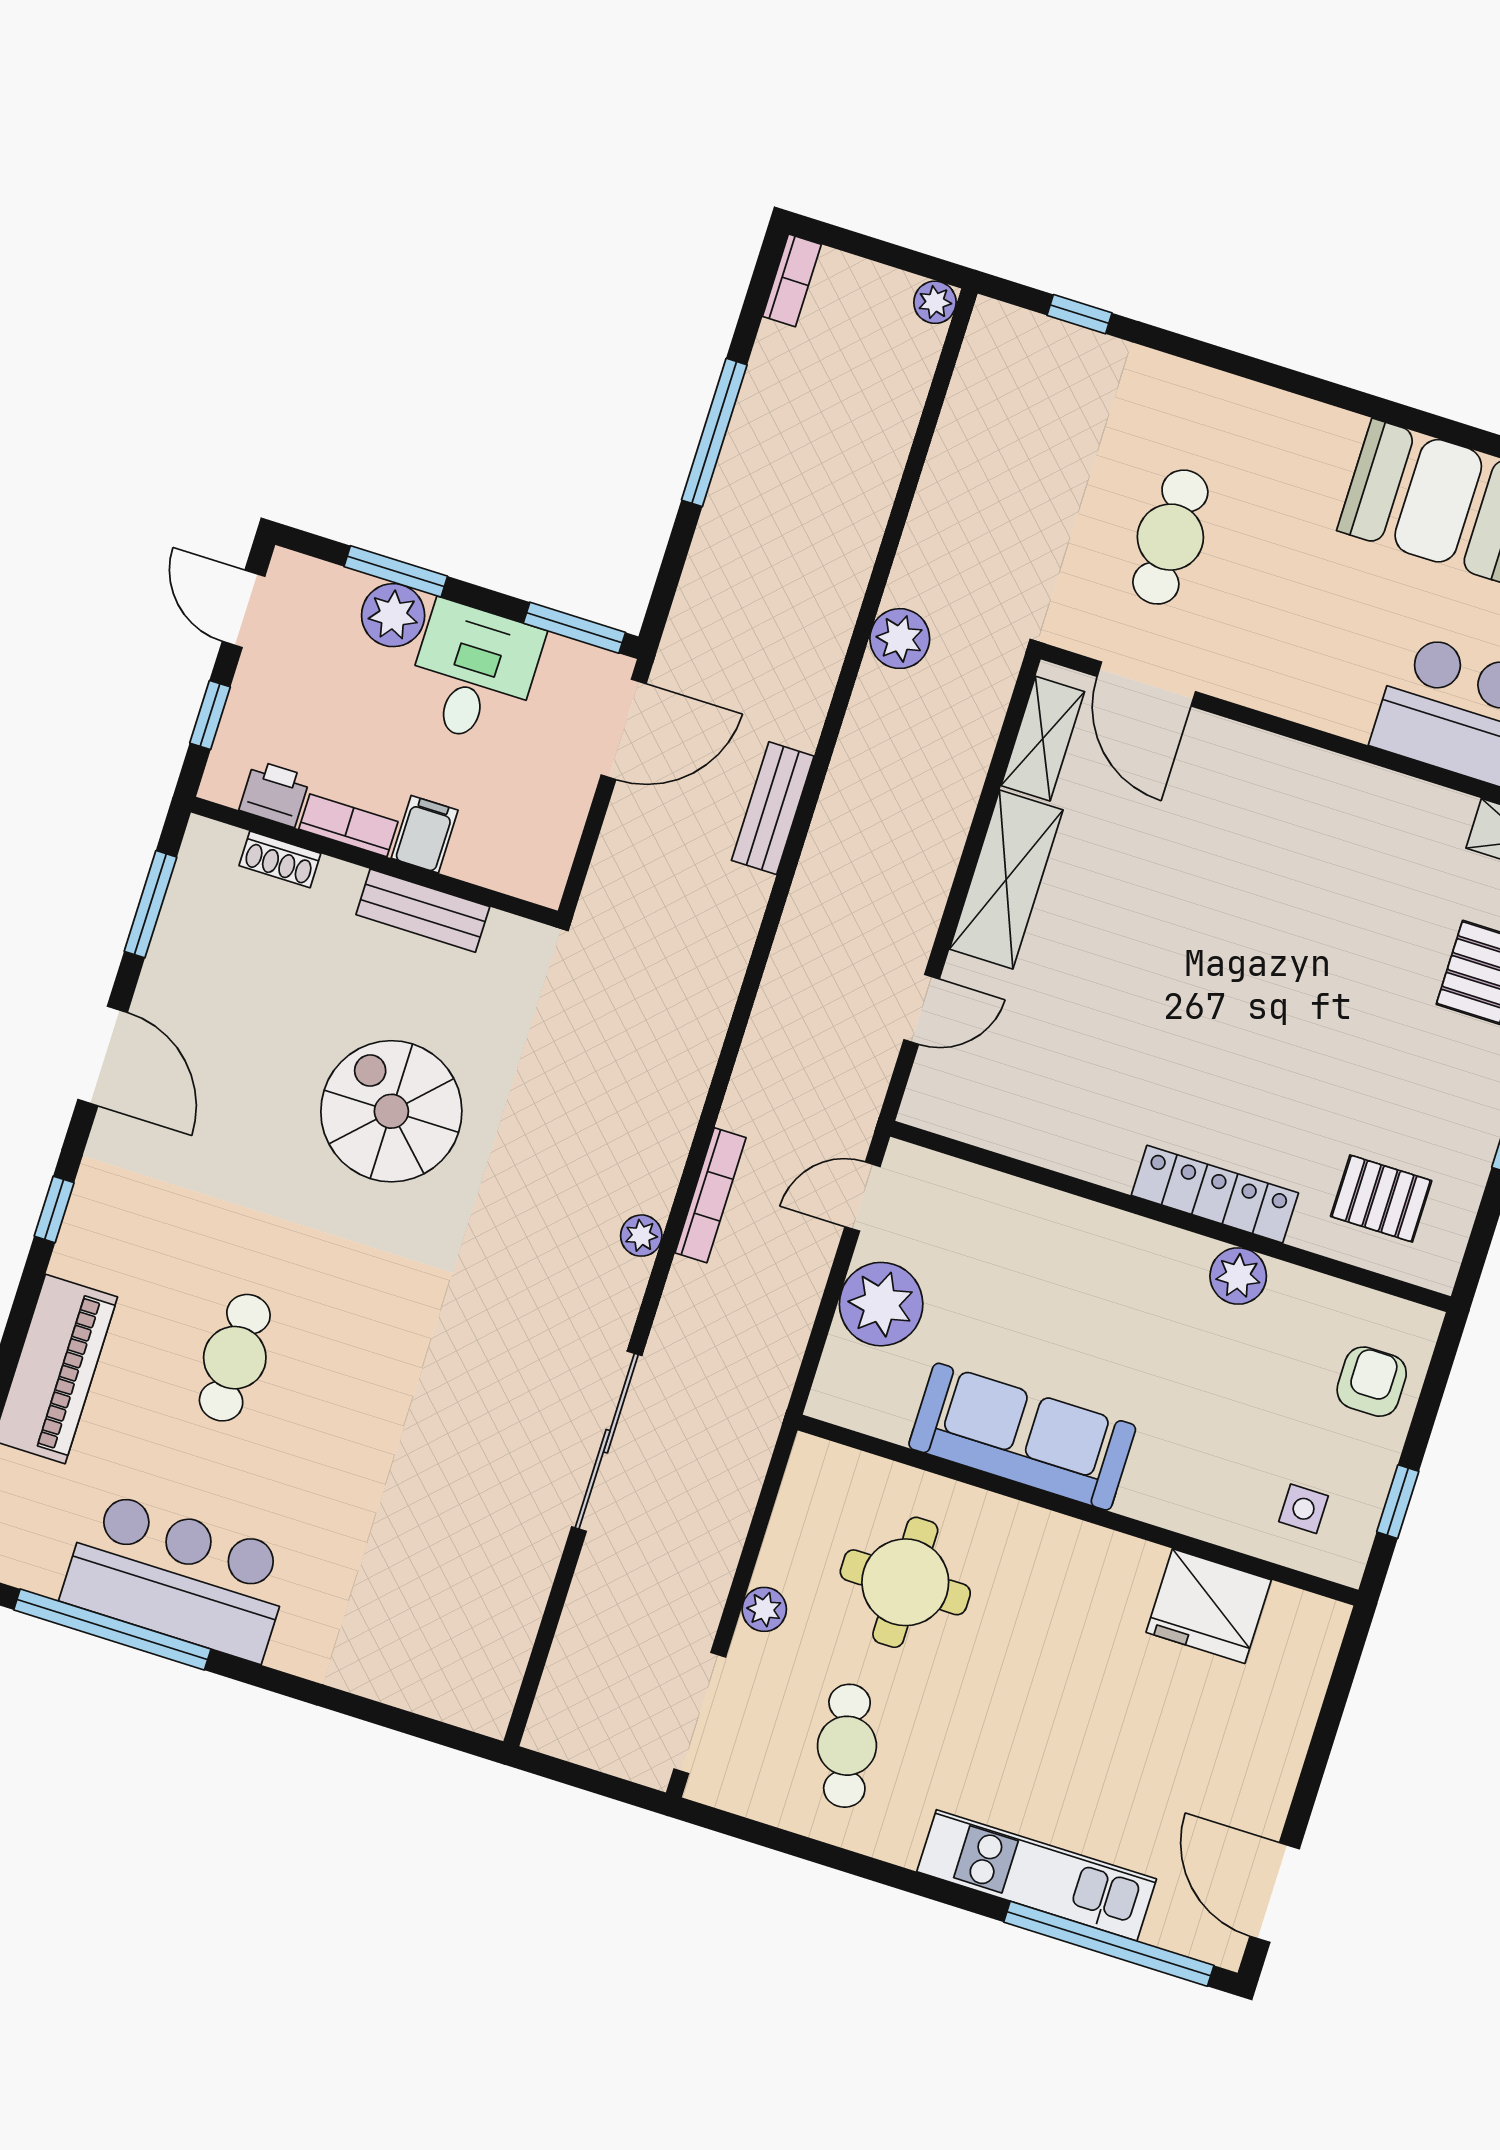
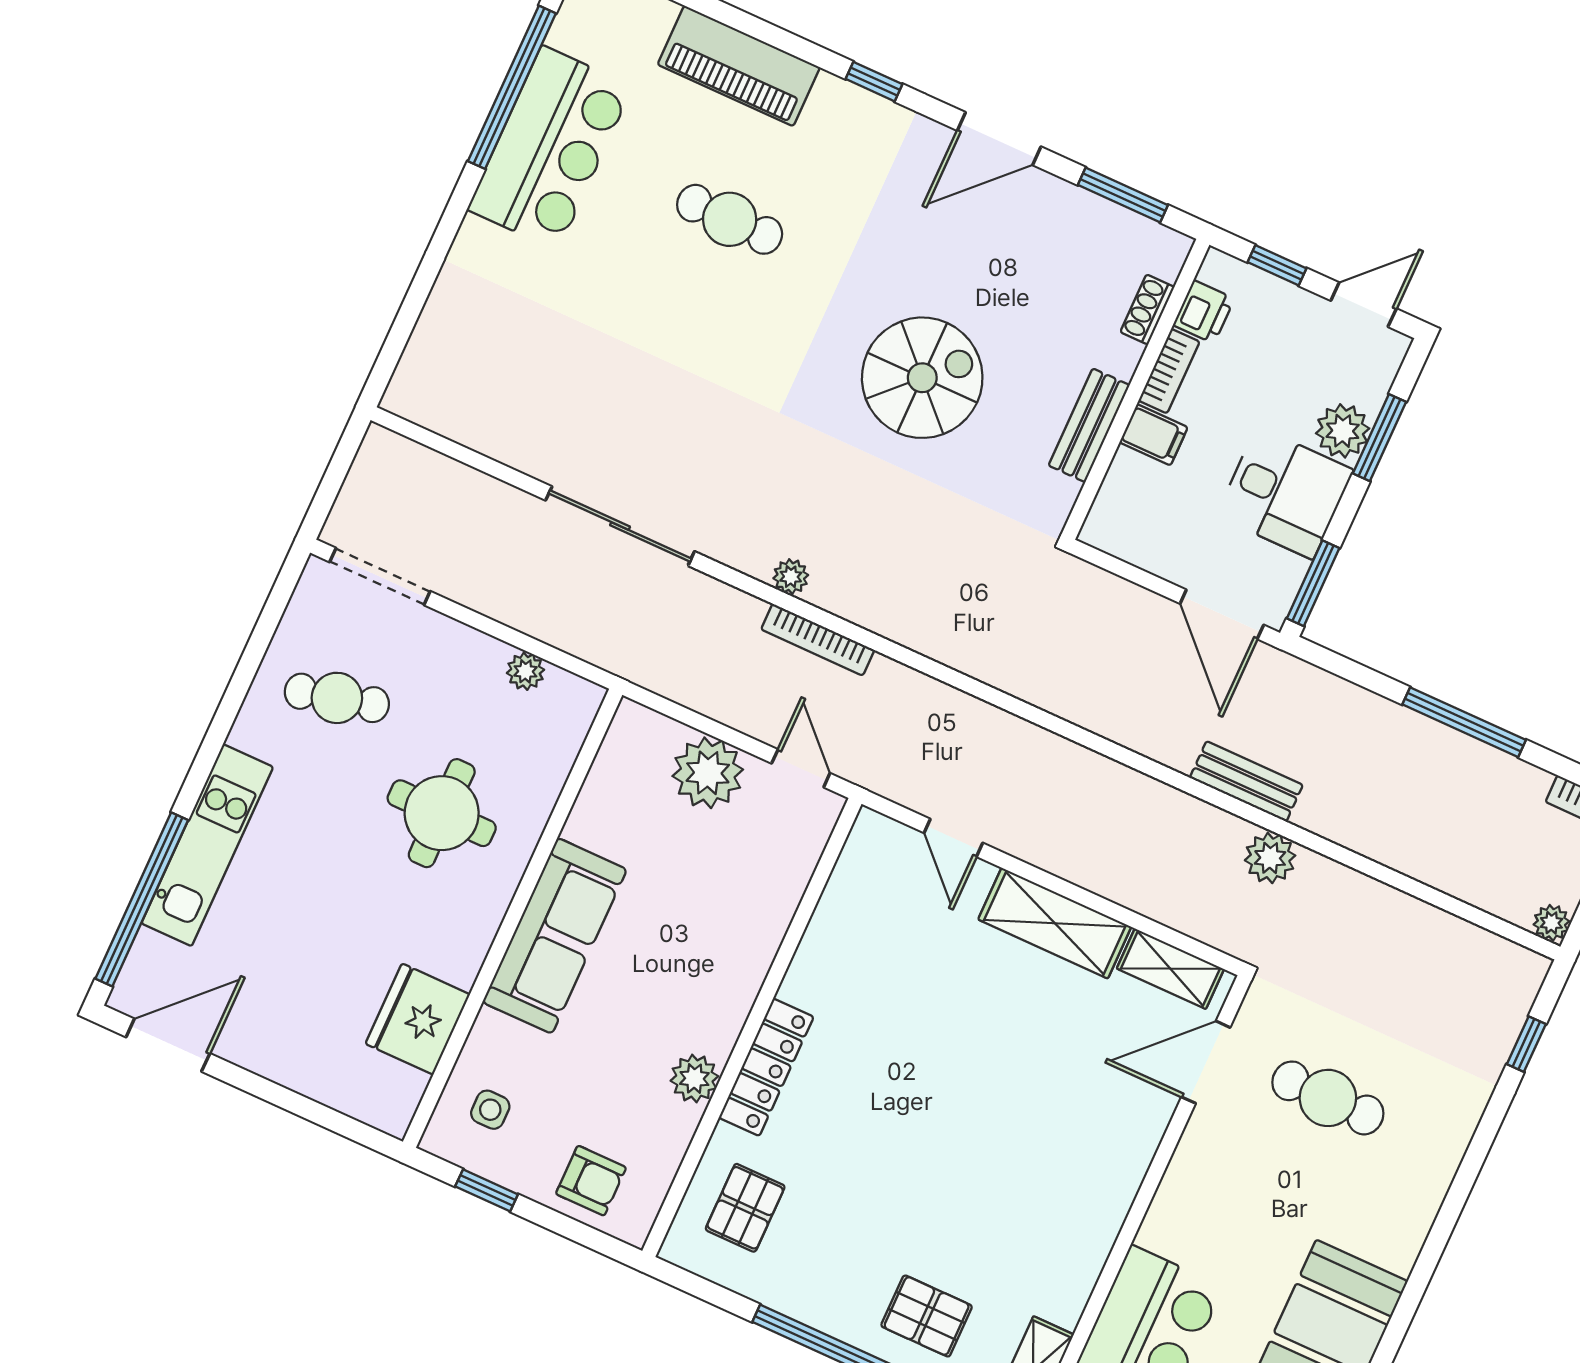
bench: (773, 808) -> (1246, 781), moved
sofa: (1022, 1437) -> (555, 936), moved
round table: (905, 1582) -> (442, 813), moved
plant: (764, 1609) -> (525, 671), moved

